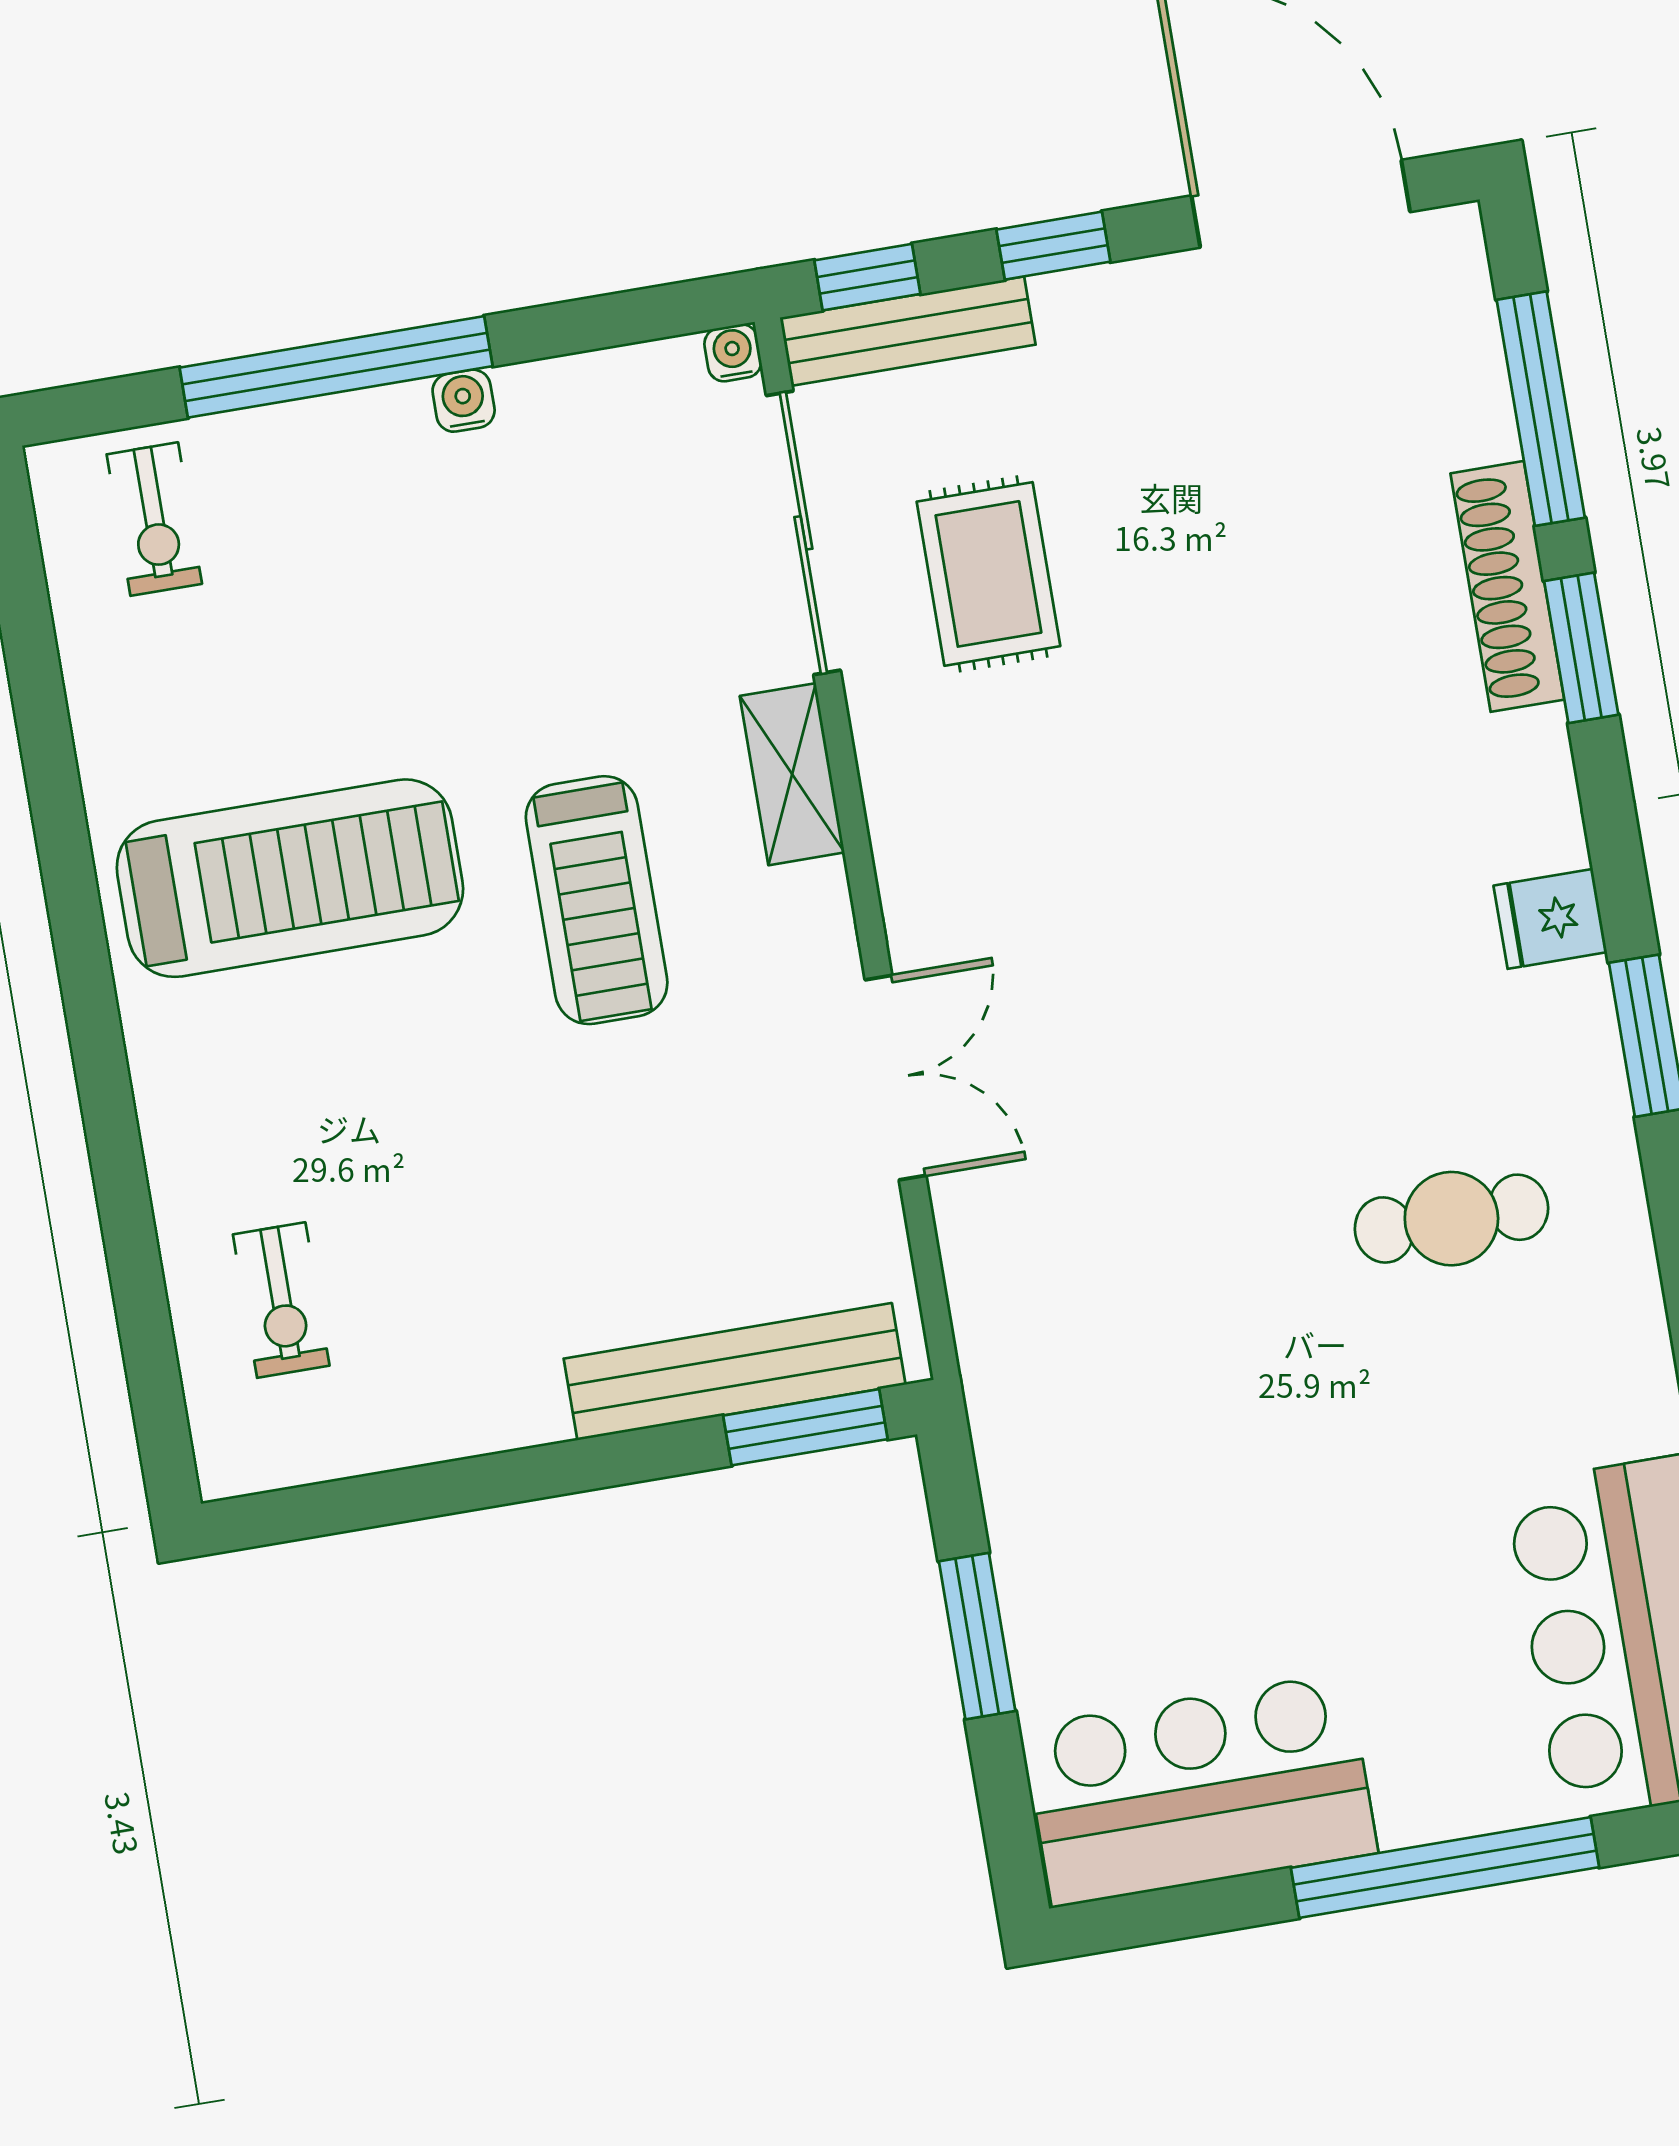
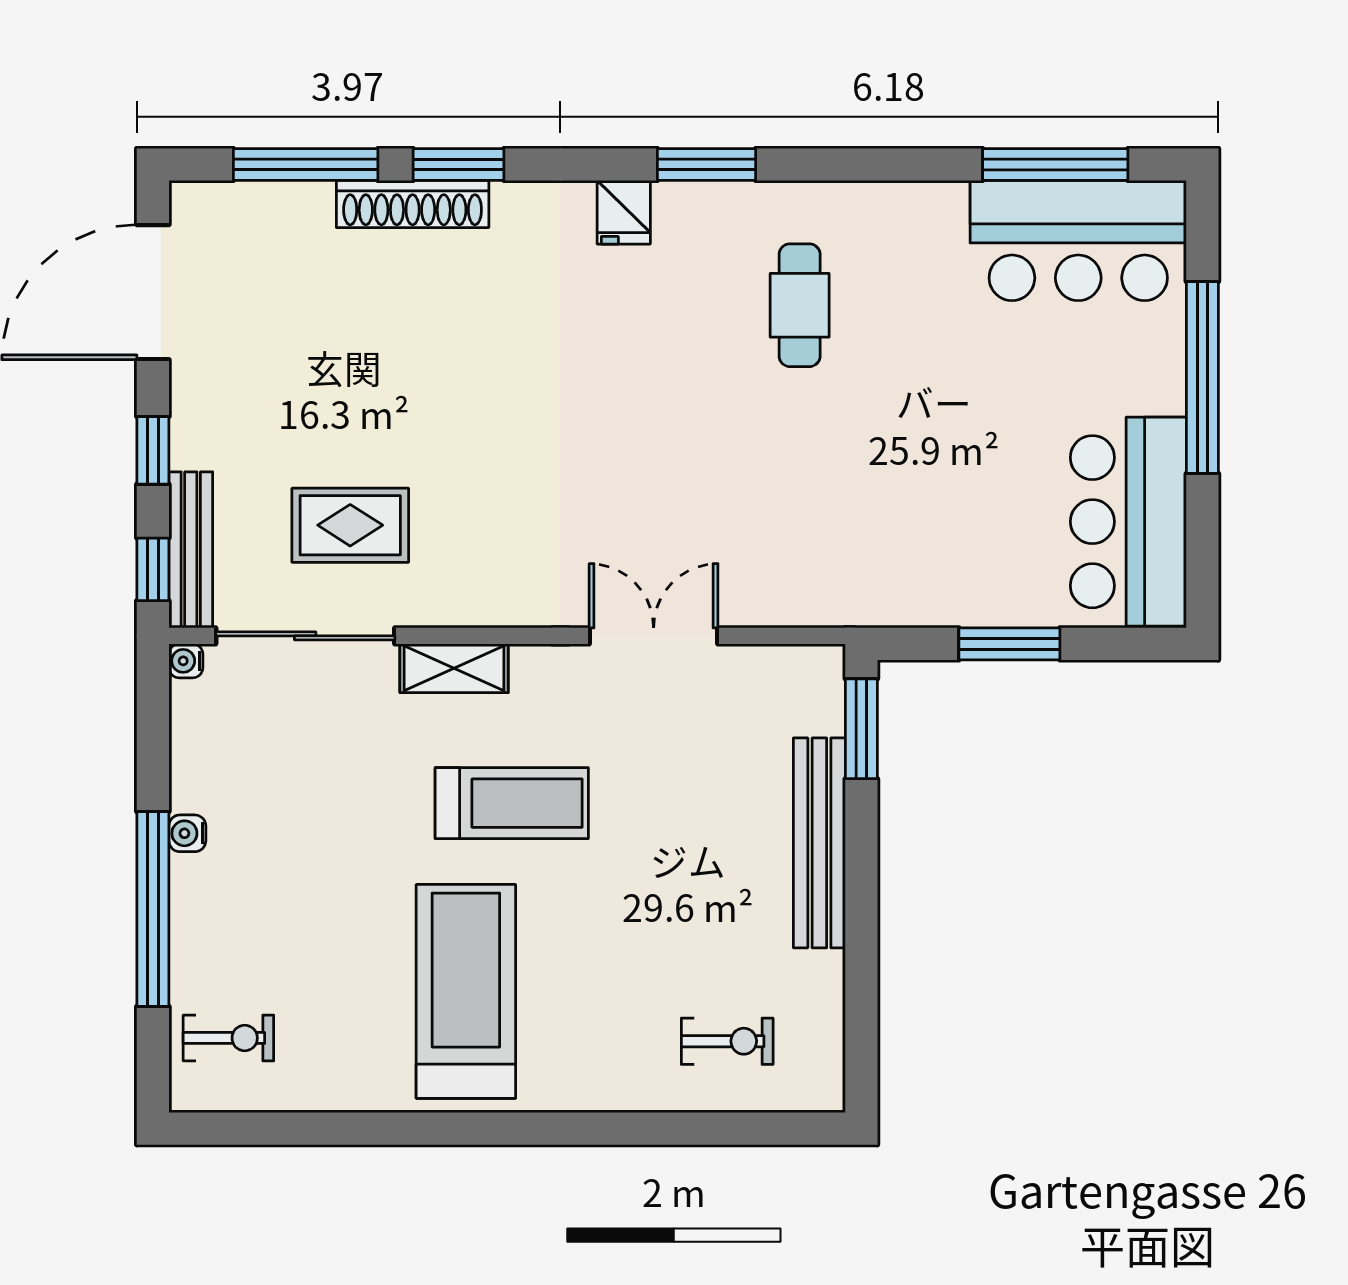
bench: (735, 1372) -> (819, 843), moved

